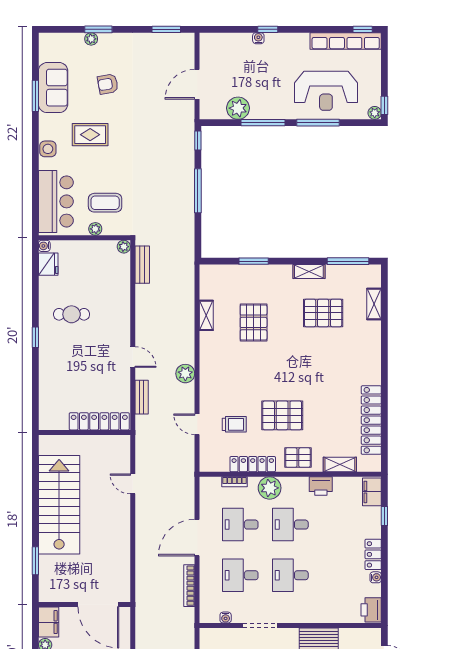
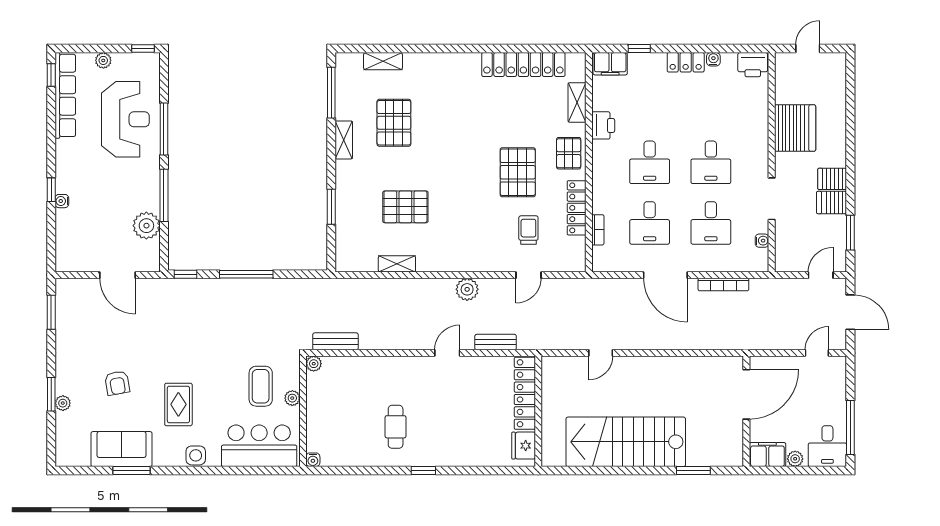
plant: (375, 113) -> (103, 60), moved
fridge: (48, 264) -> (524, 446), moved, turned -90
plant: (270, 488) -> (605, 187), removed

